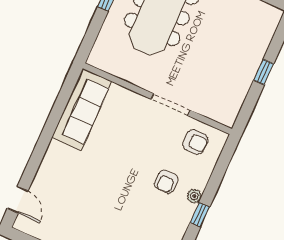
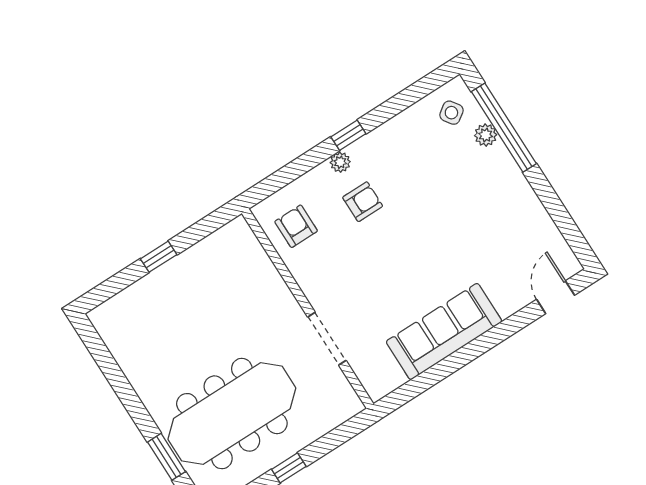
doorway: (171, 105) -> (327, 339), moved
sofa: (82, 110) -> (444, 332), moved

